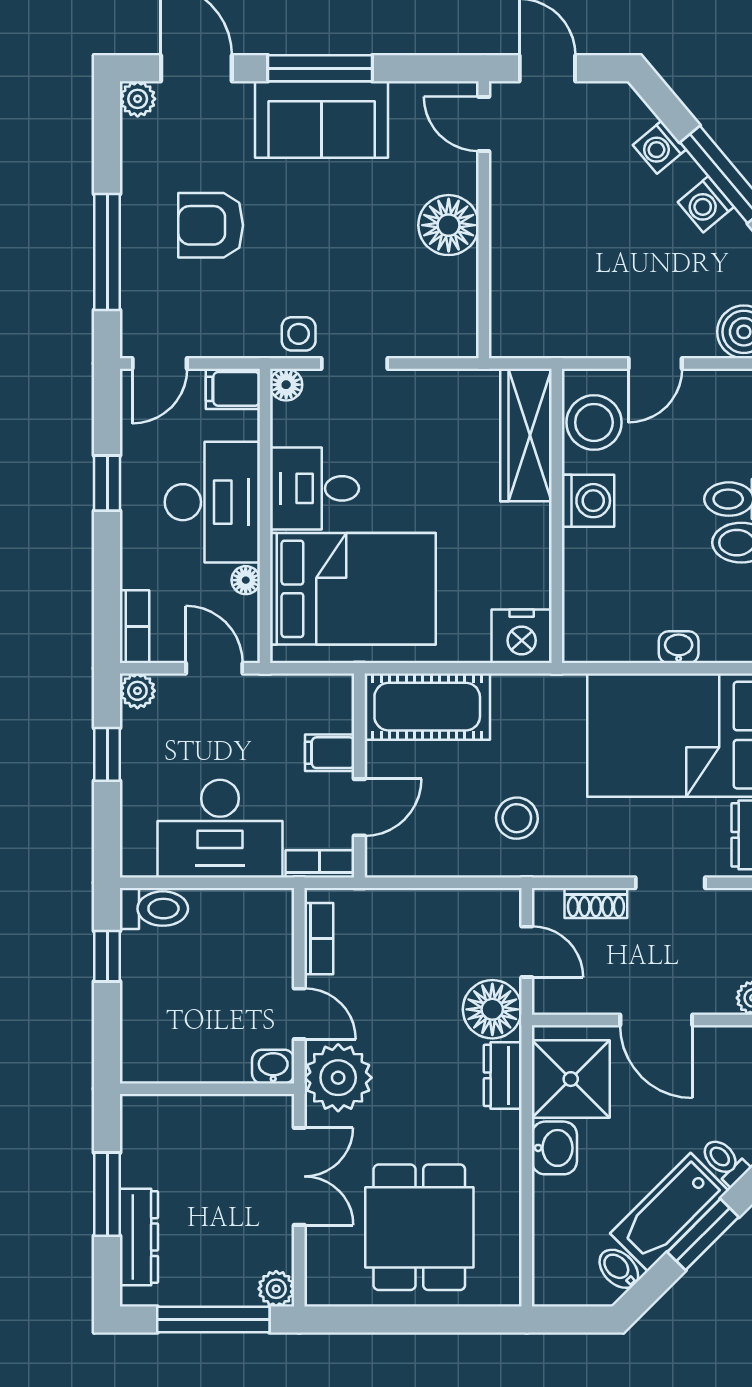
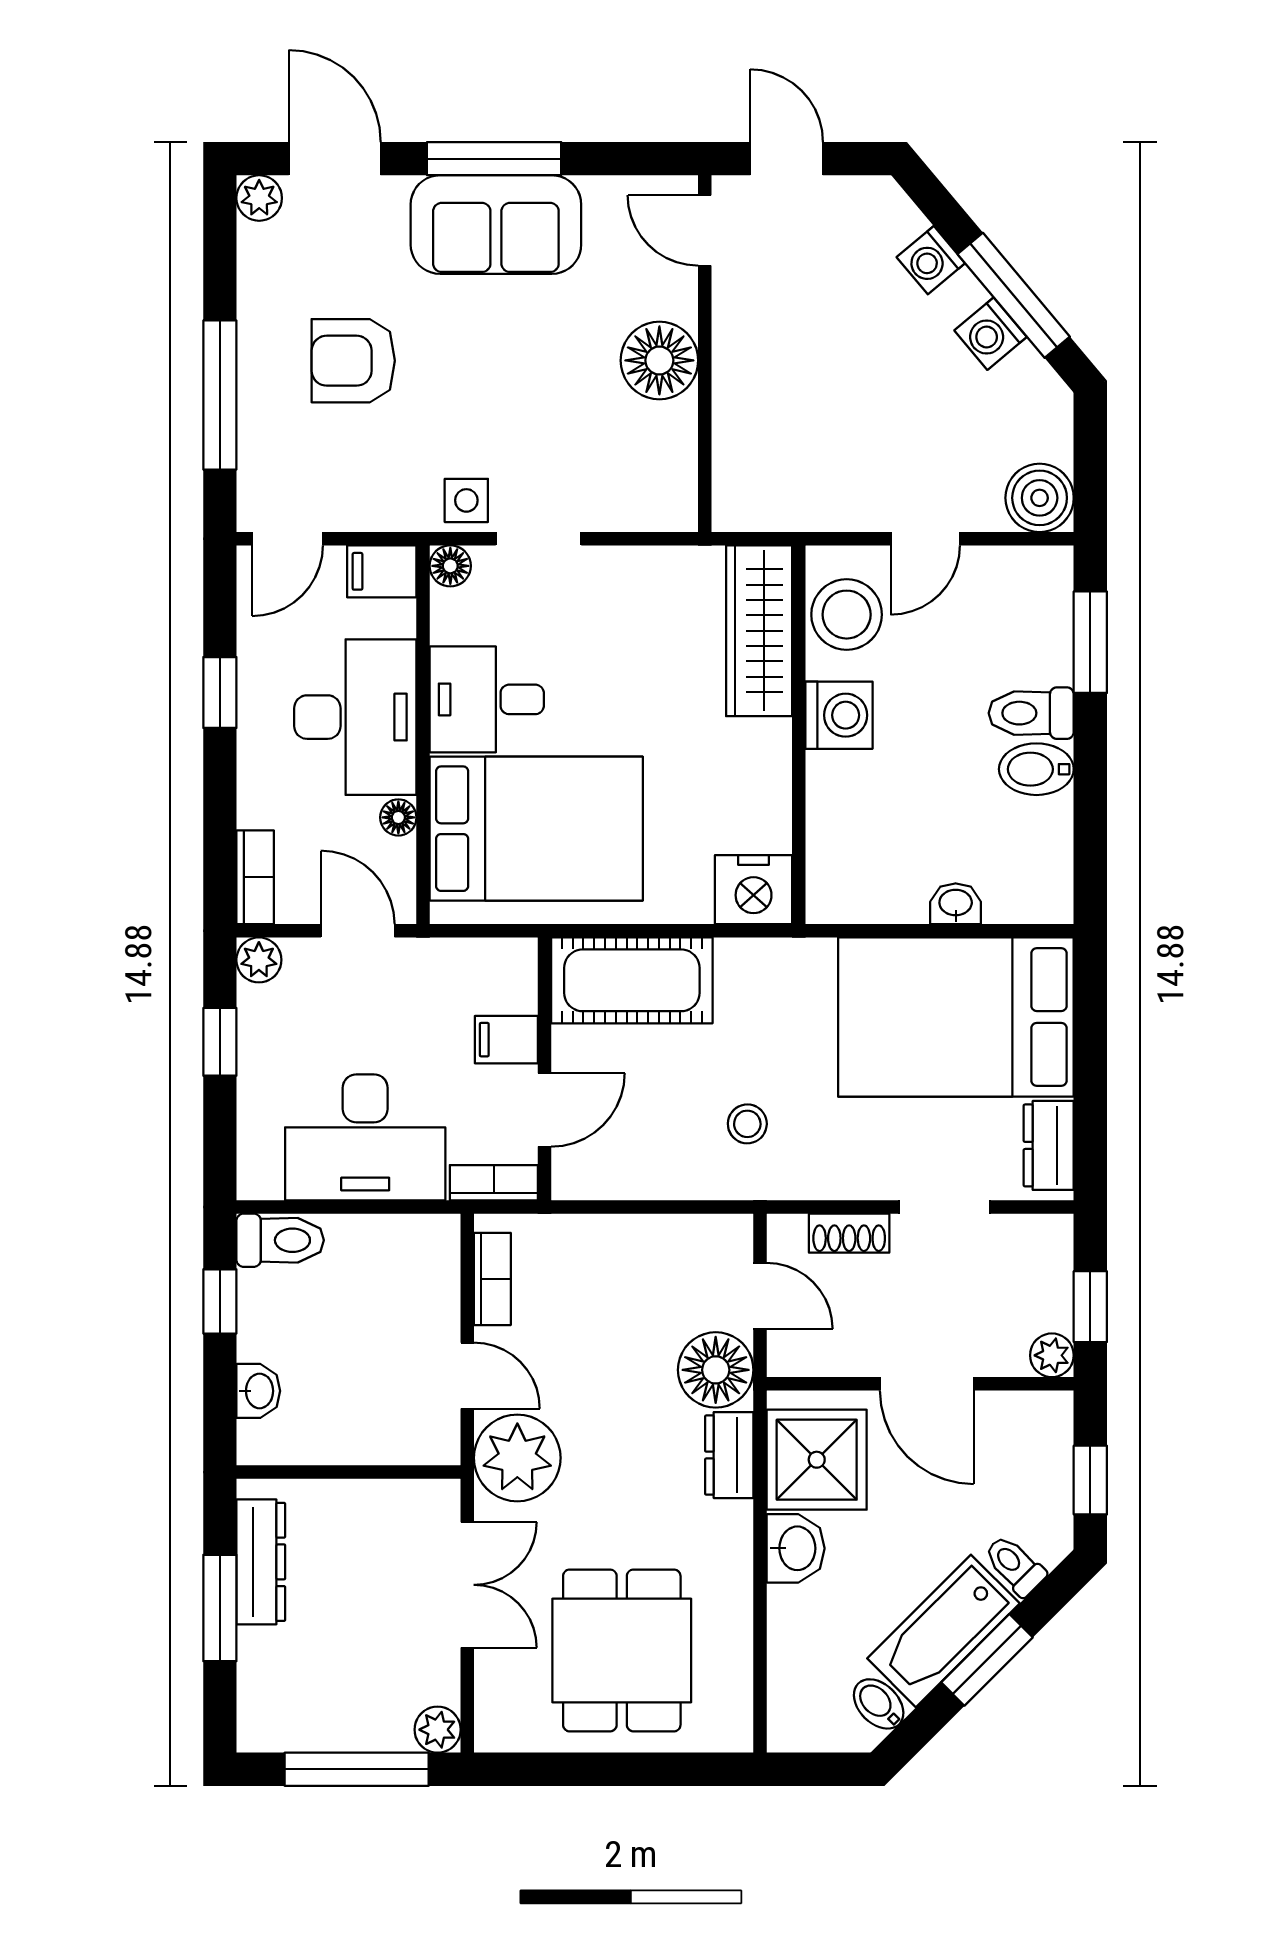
stool: (517, 818) -> (747, 1124), width x0.73, depth x0.73
washbasin: (273, 1067) -> (258, 1391), moved, turned 90
dresser: (139, 1237) -> (261, 1562), moved

